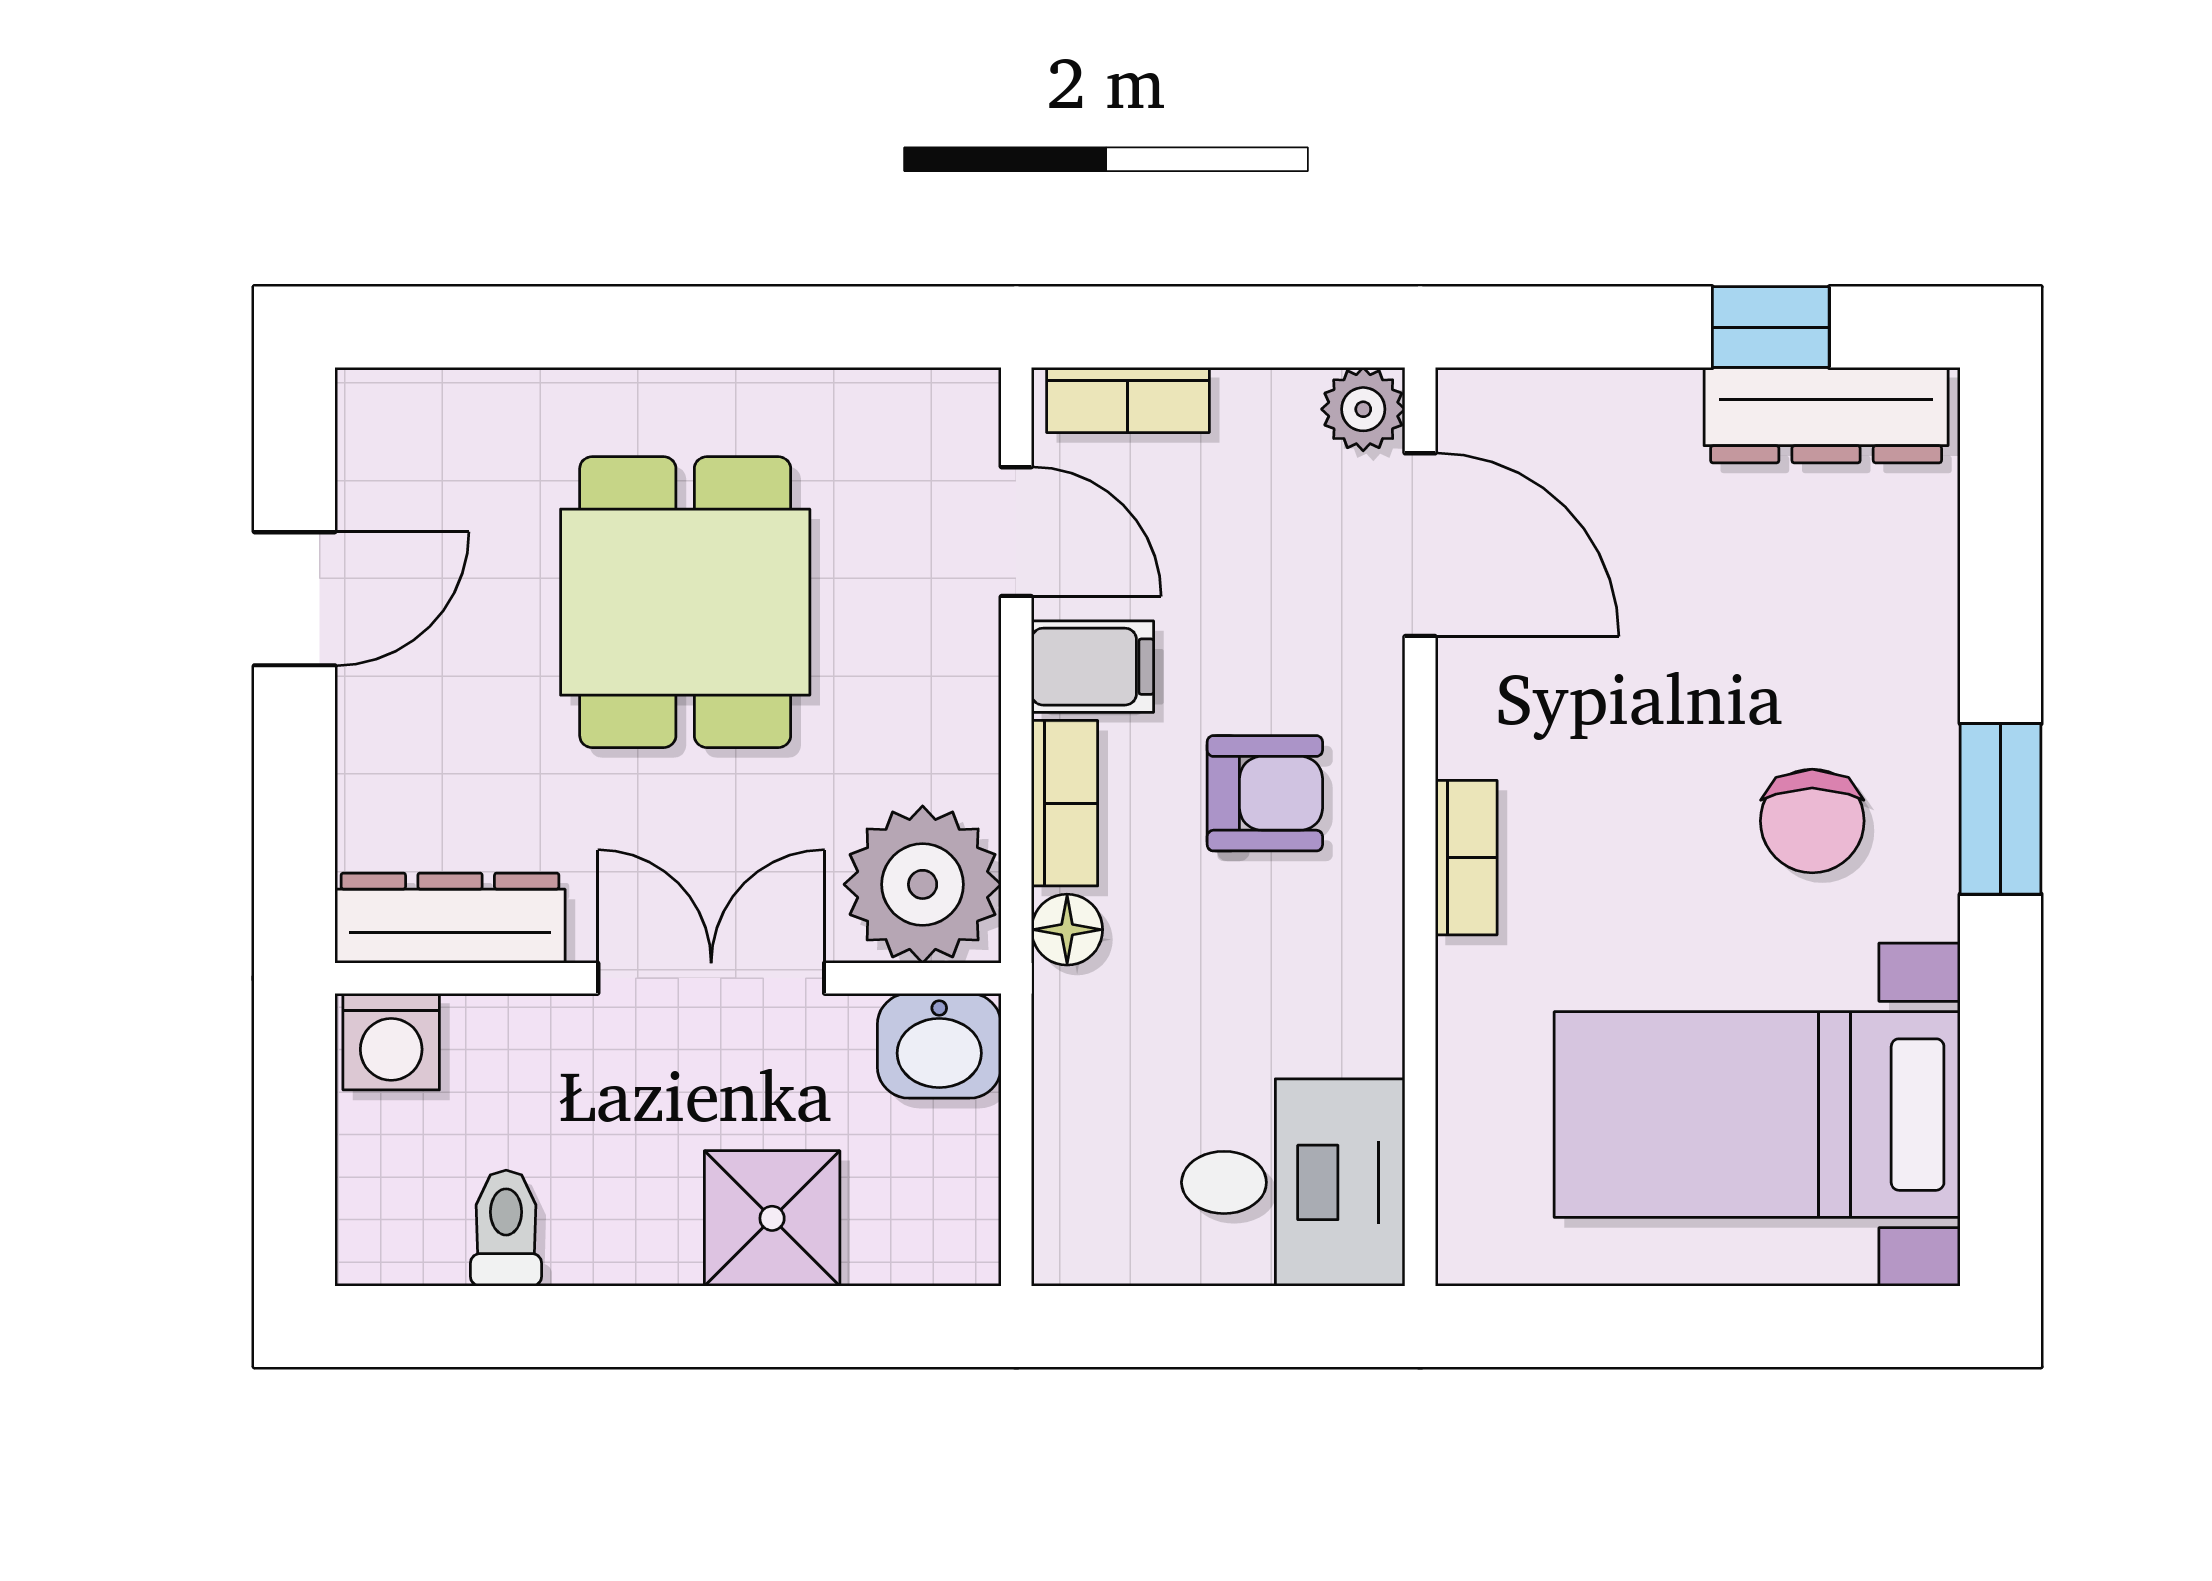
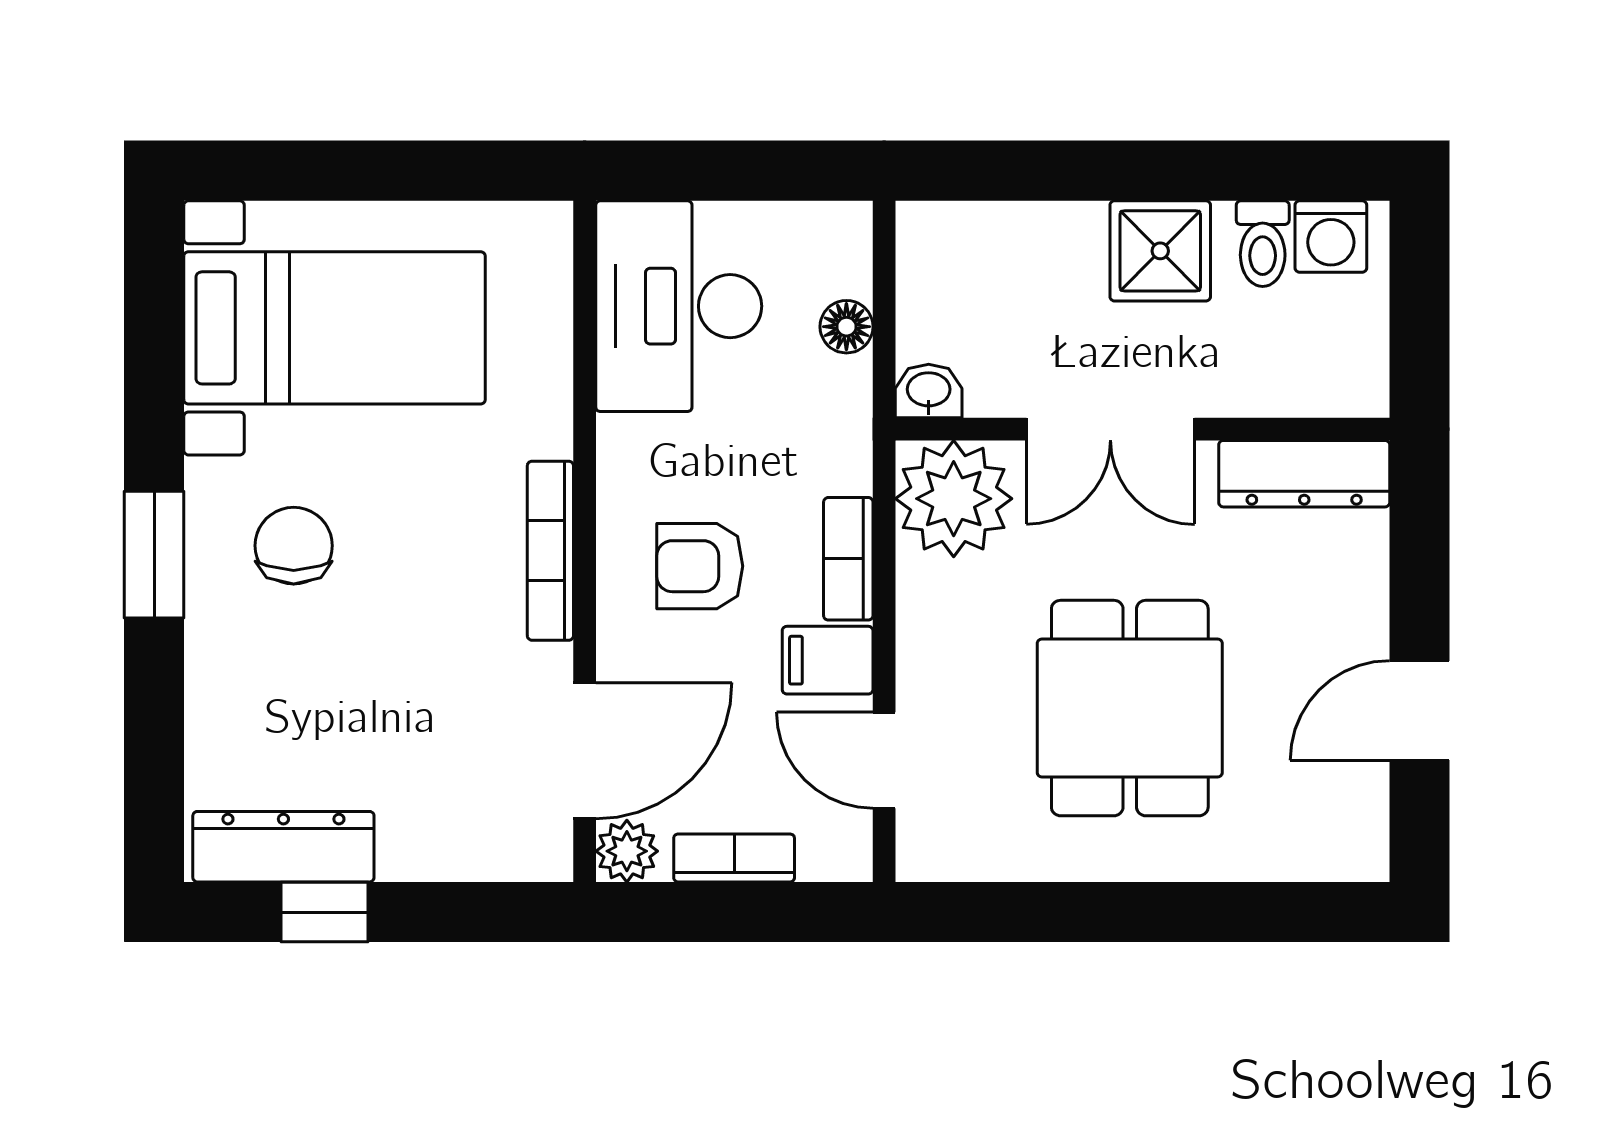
bookcase: (1128, 400) -> (734, 858), moved
door: (1420, 545) -> (585, 751), swing flipped
bookcase: (1466, 858) -> (550, 551), width x1.56
floor lamp: (1067, 930) -> (846, 327), moved
washing machine: (391, 1042) -> (1331, 236), moved, turned 180
washbasin: (939, 1046) -> (929, 391), width x0.72, depth x0.69
desk: (1293, 1182) -> (679, 306), width x1.37
shower: (772, 1218) -> (1160, 251), moved

